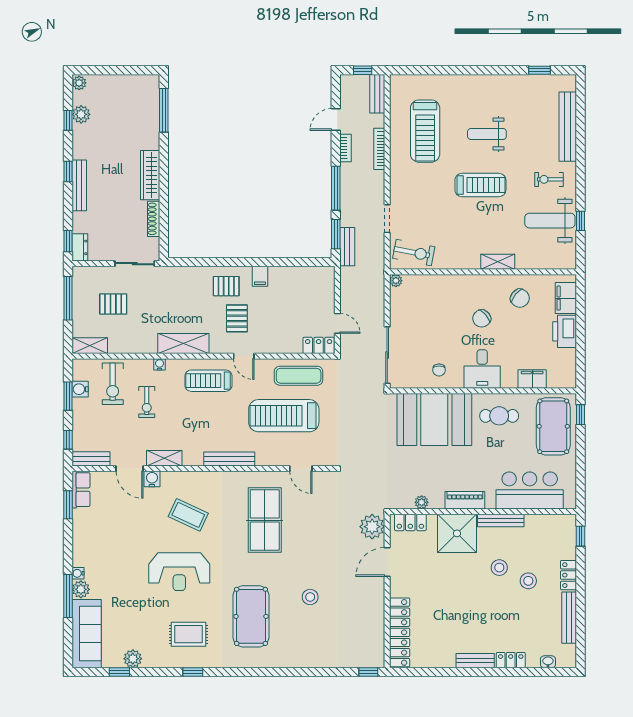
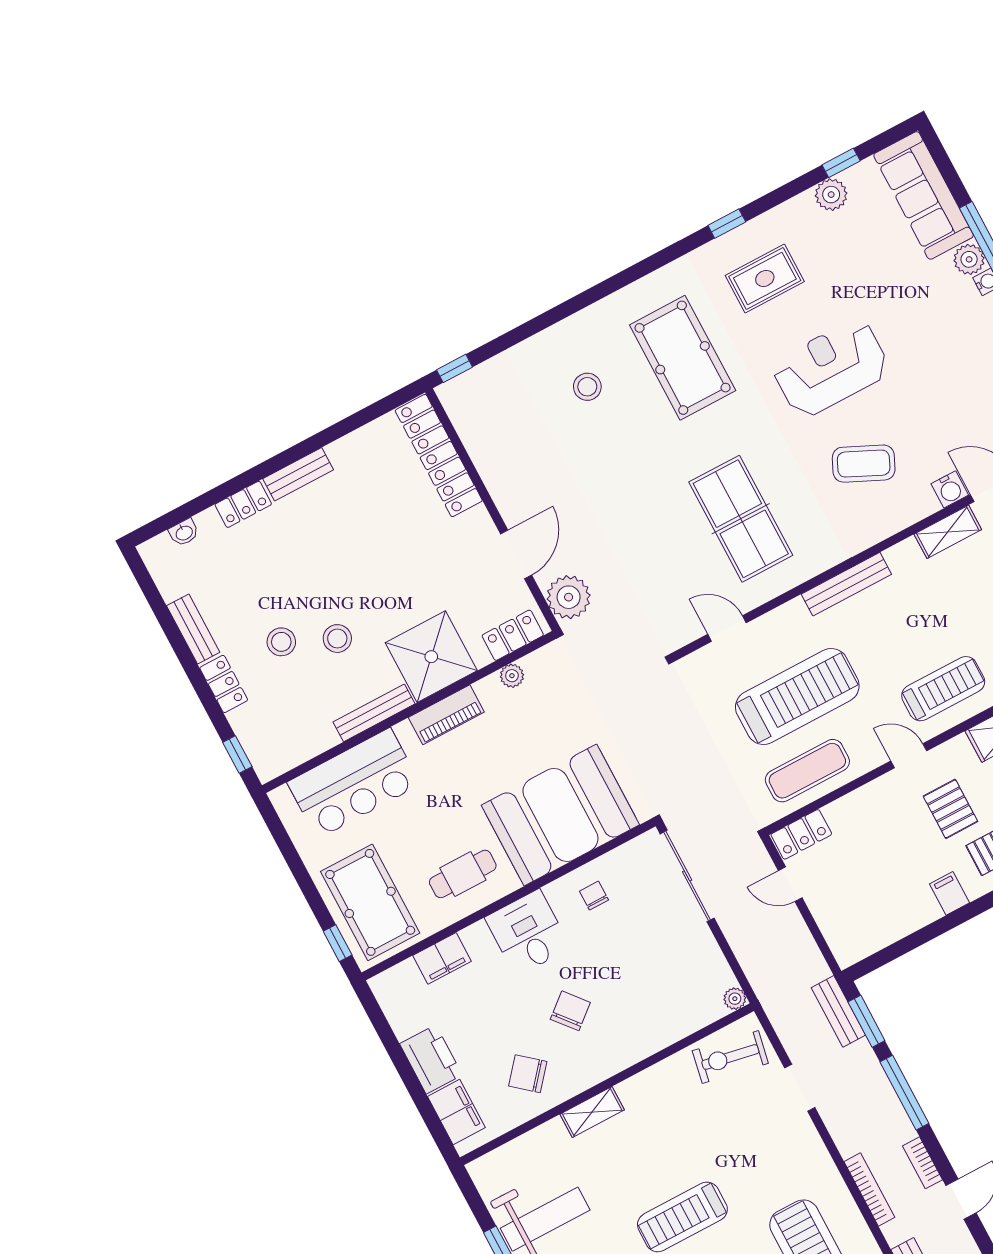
stool: (310, 597) -> (587, 387), moved
bench: (569, 618) -> (193, 629), width x0.73

